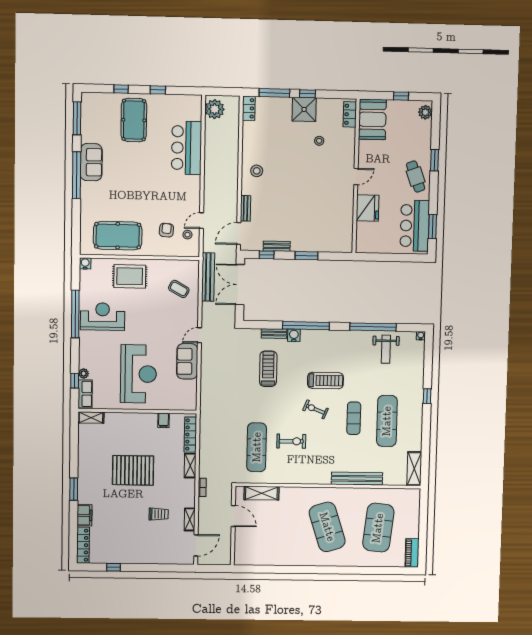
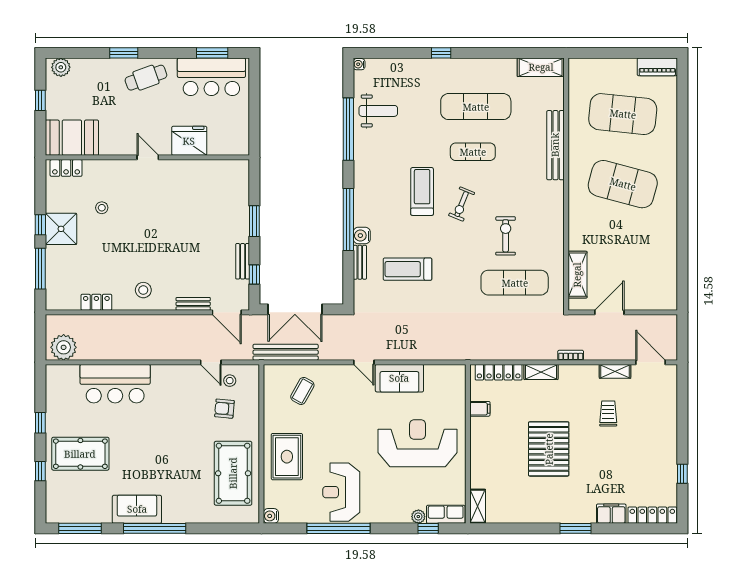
locker: (249, 108) -> (96, 302), moved
exercise mat: (327, 527) -> (623, 184), turned 33

